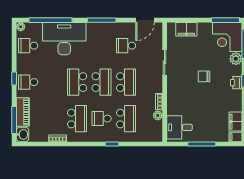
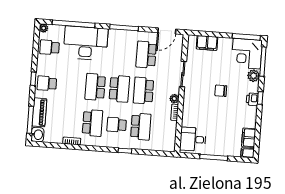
school desk: (126, 46) -> (146, 55), width x1.85
school desk: (126, 82) -> (143, 91), turned 180
plant: (158, 115) -> (174, 99), moved

